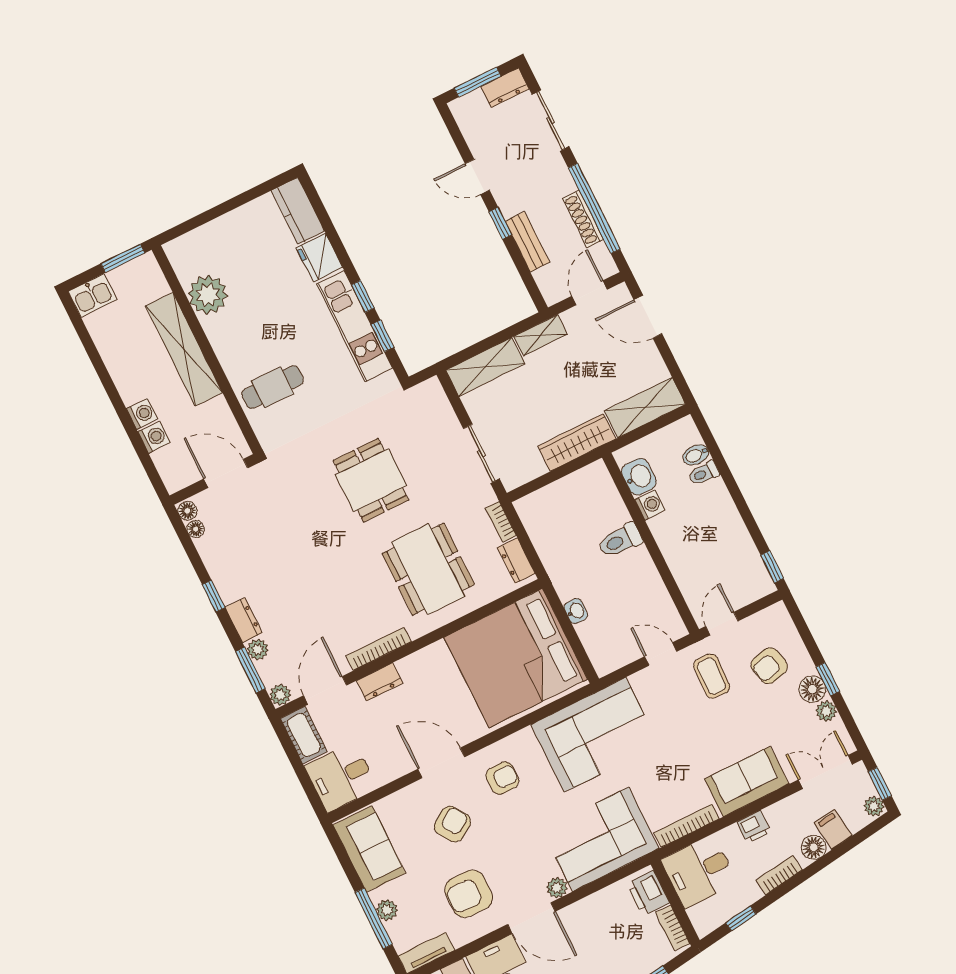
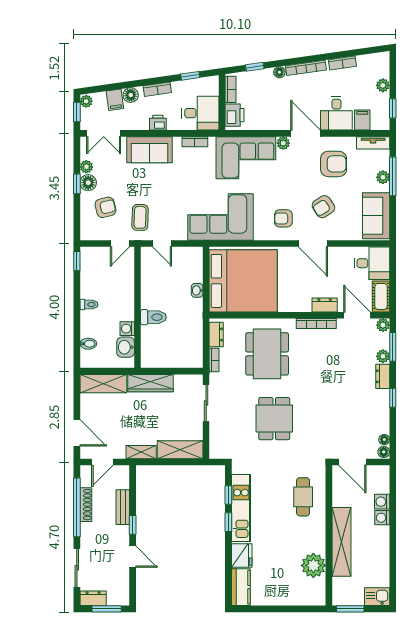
cafe table: (272, 387) -> (303, 497), turned 90
toilet: (704, 473) -> (89, 305), moved
door: (325, 690) -> (357, 315), swing flipped
bookcase: (686, 826) -> (195, 142), width x0.64

